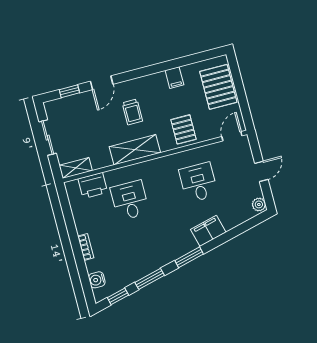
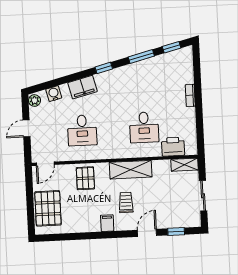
filing cabinet: (174, 78) -> (107, 223), moved
window: (189, 257) -> (104, 68), width x0.67
water cooler: (97, 280) -> (54, 94), moved, turned -104

